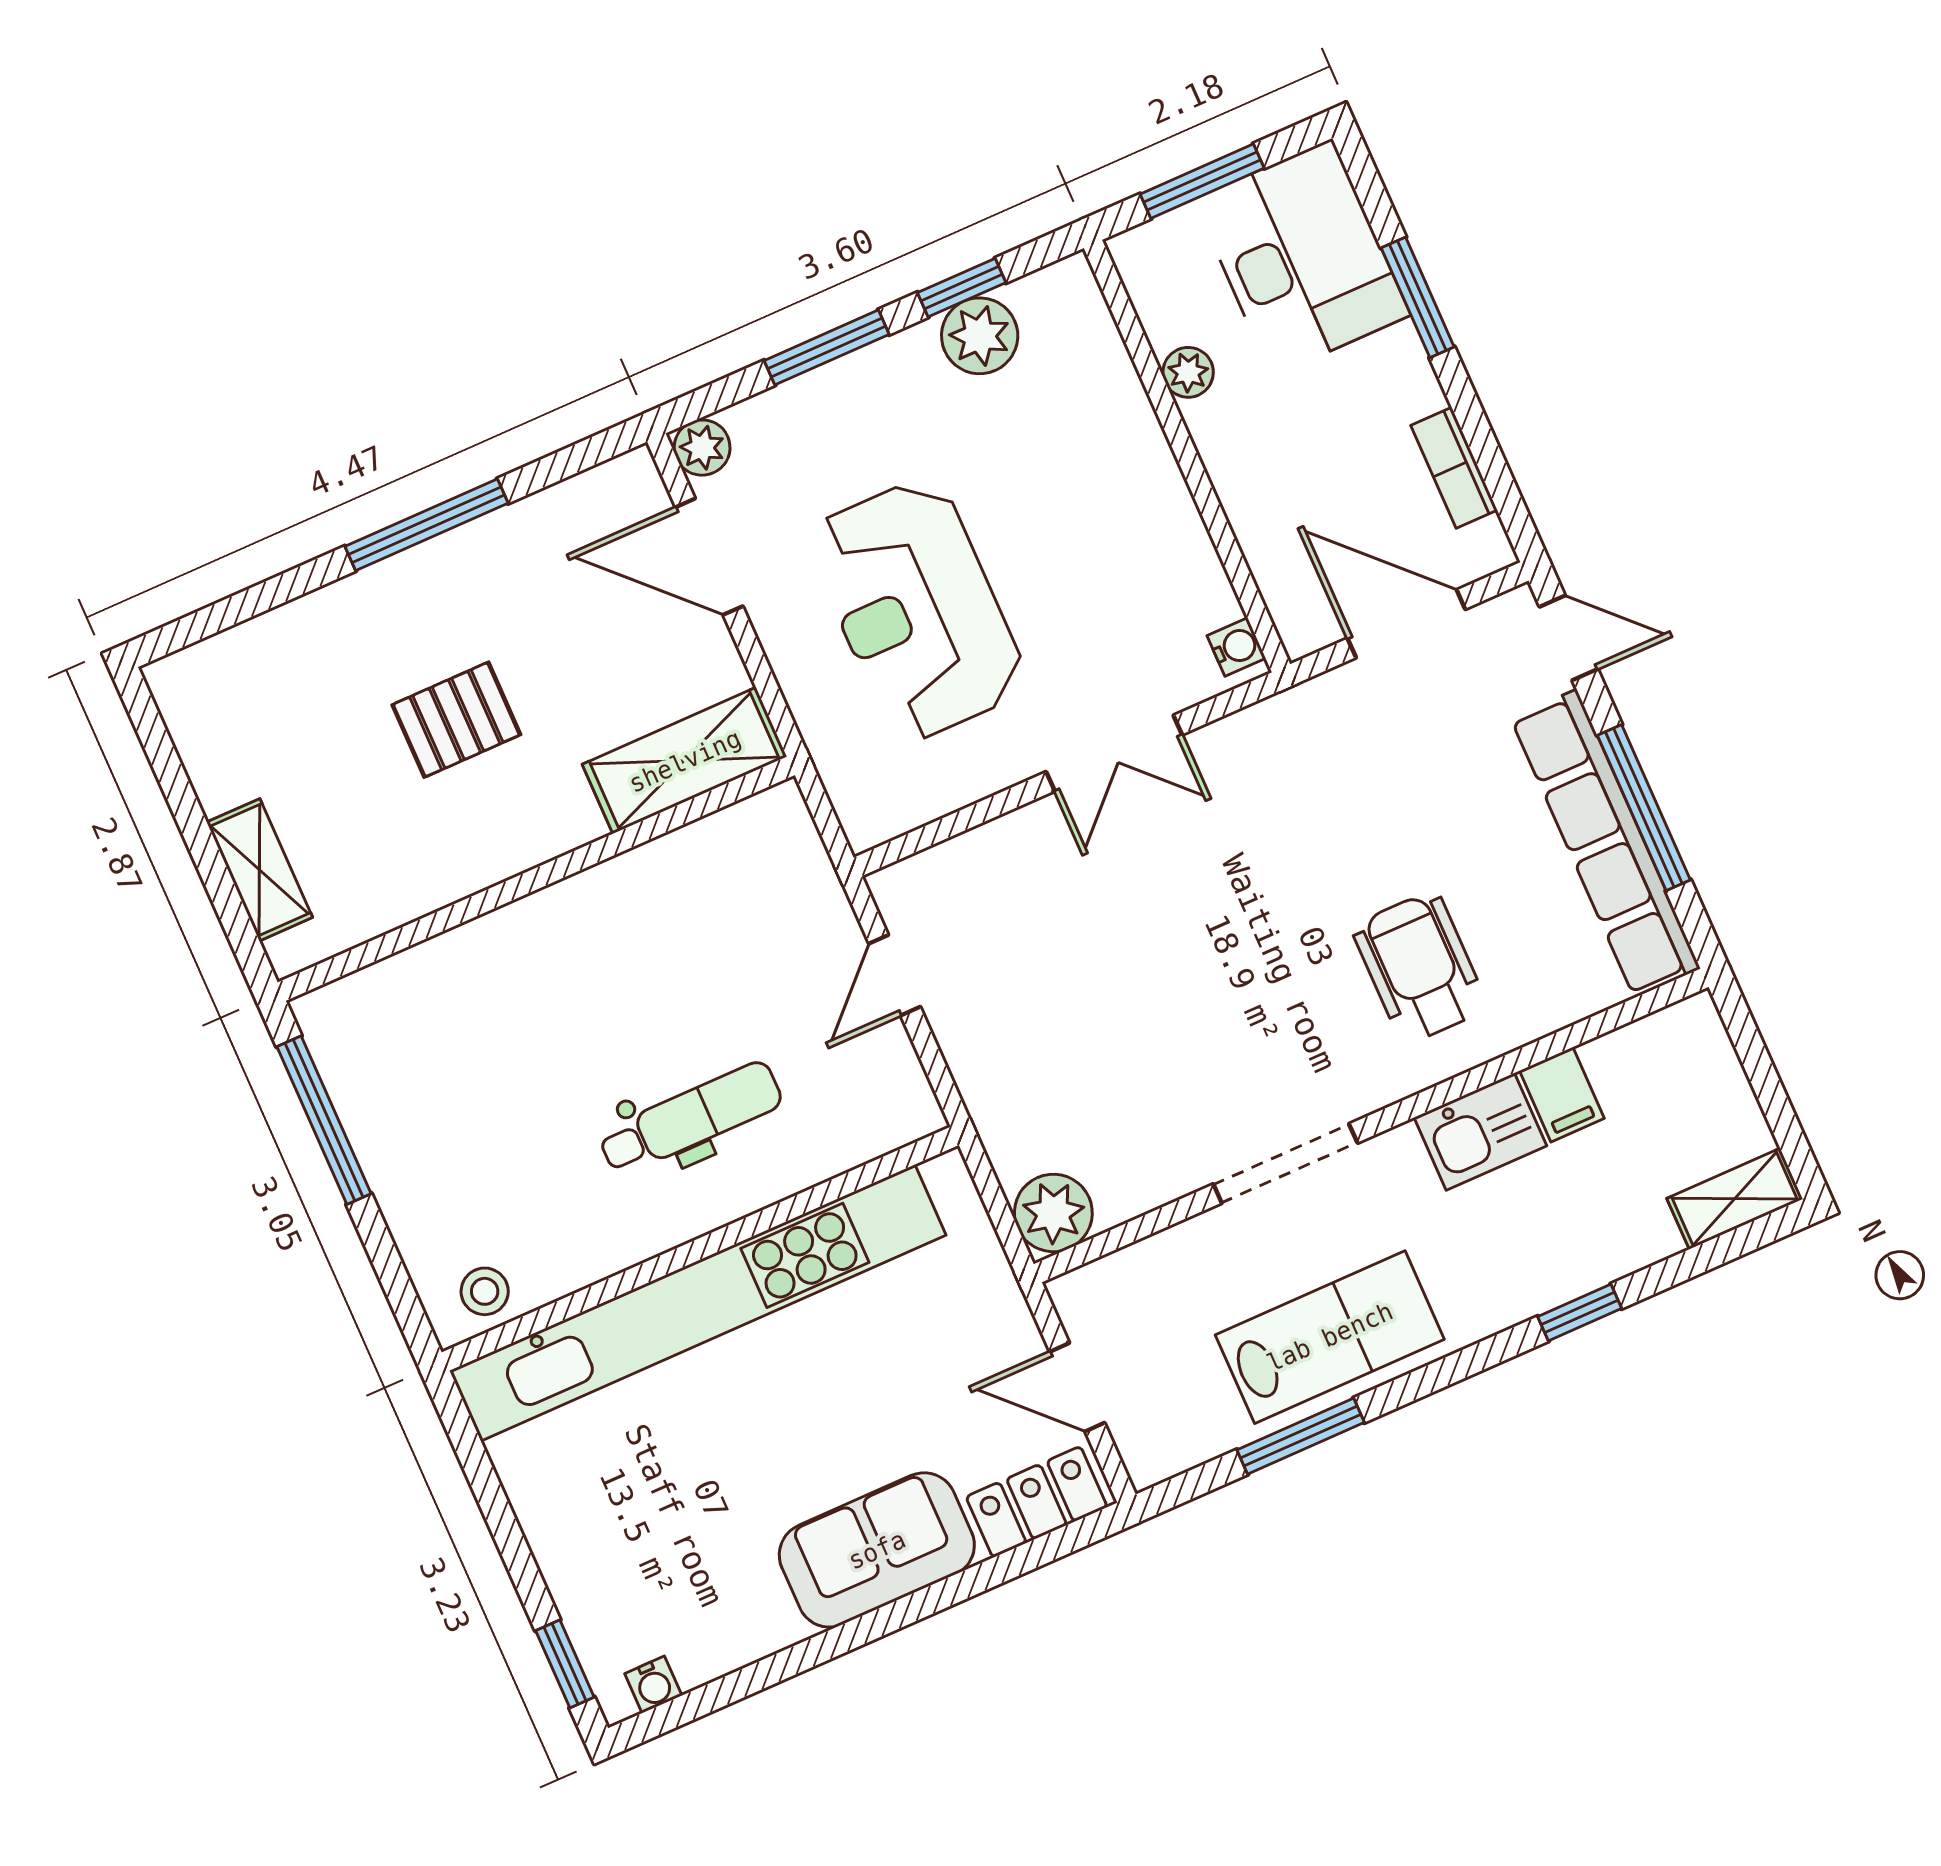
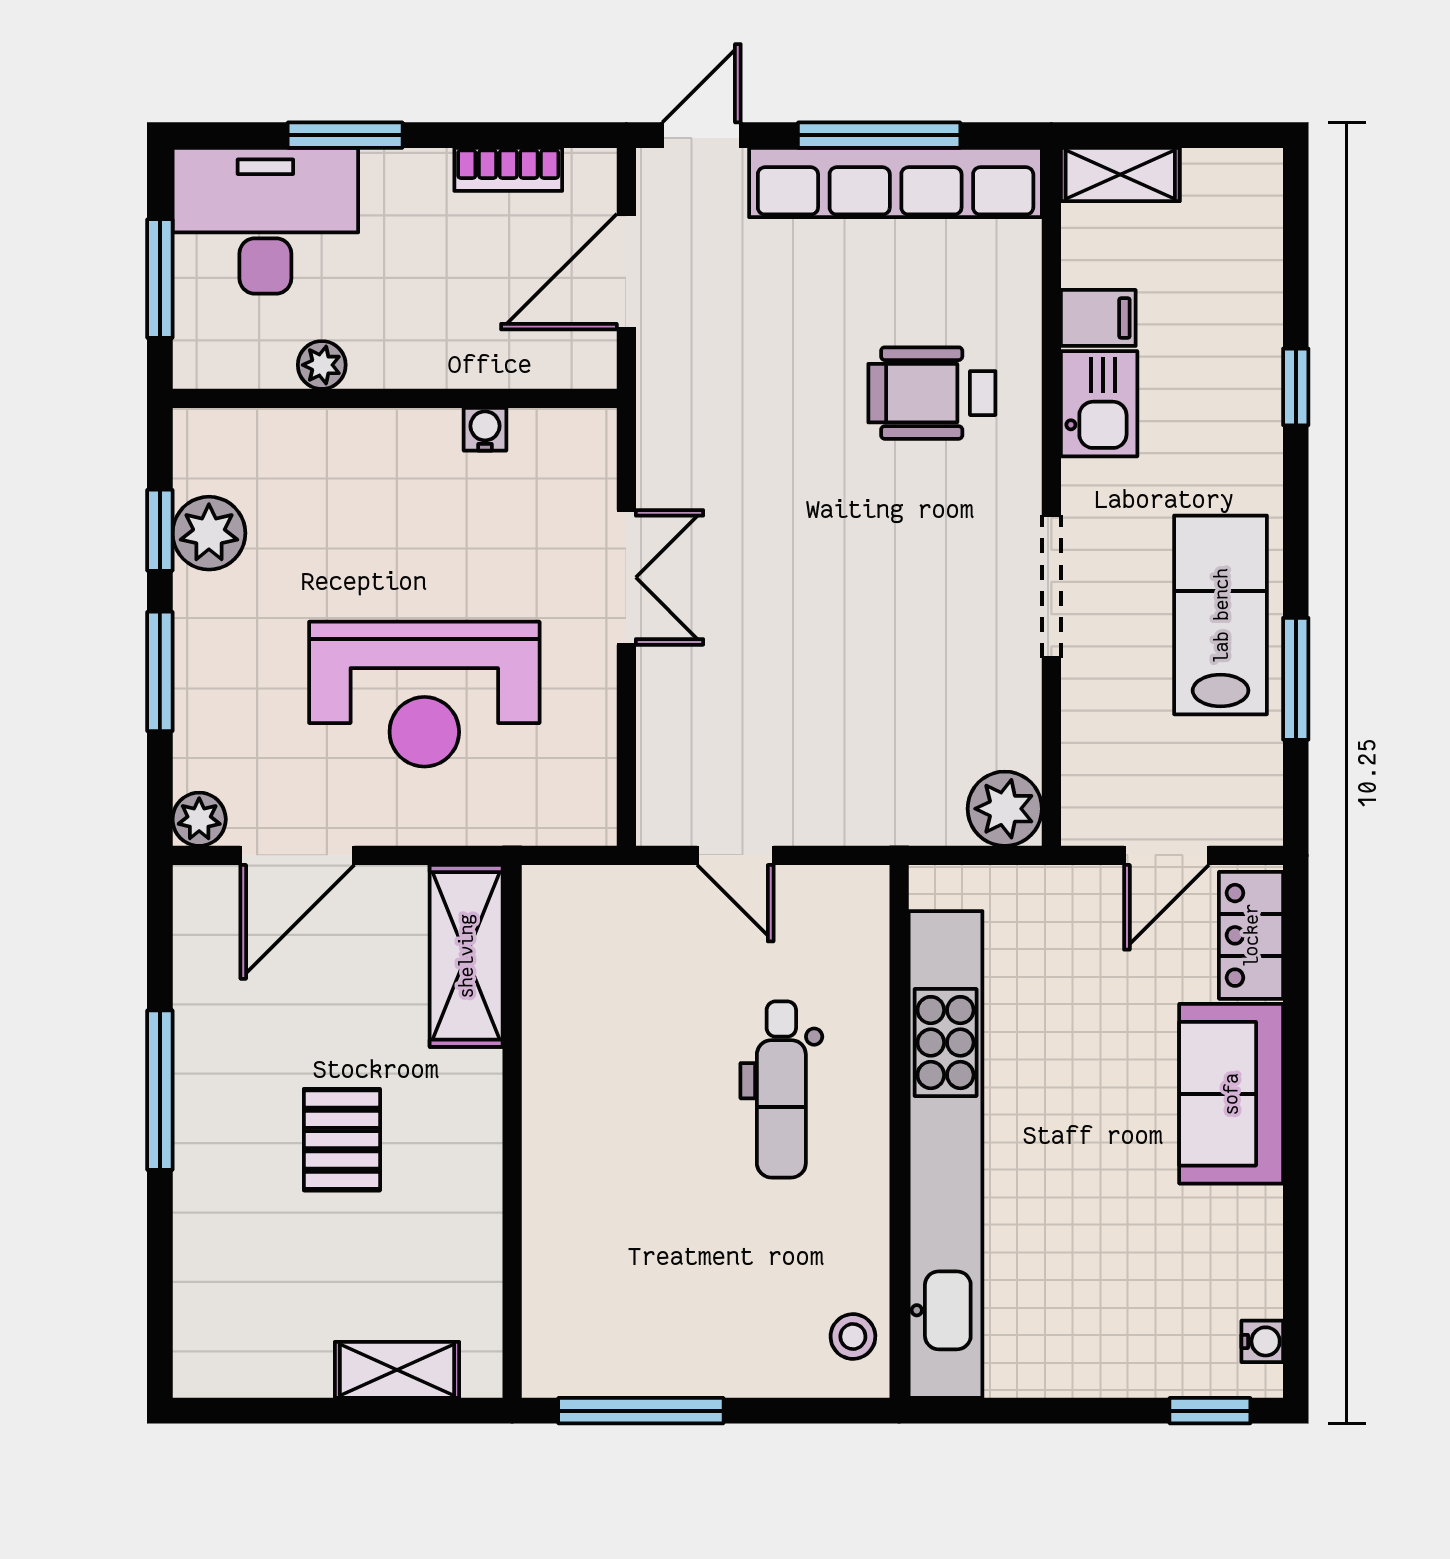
water cooler: (1236, 647) -> (485, 429), moved
dental chair: (690, 1118) -> (781, 1089), turned 180
shelving: (1735, 1199) -> (1120, 175), moved, turned 90

